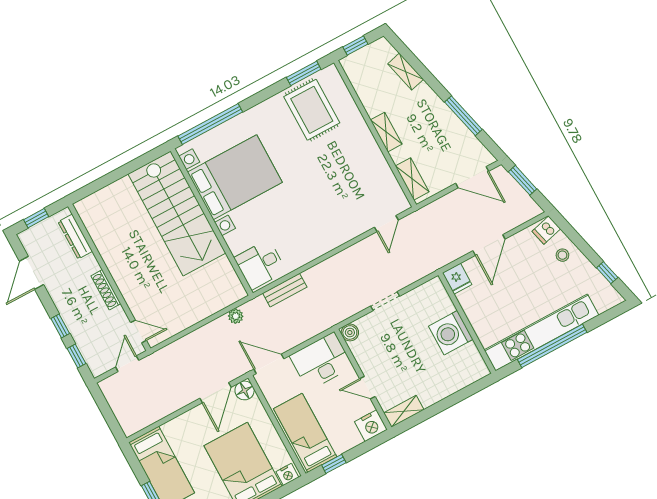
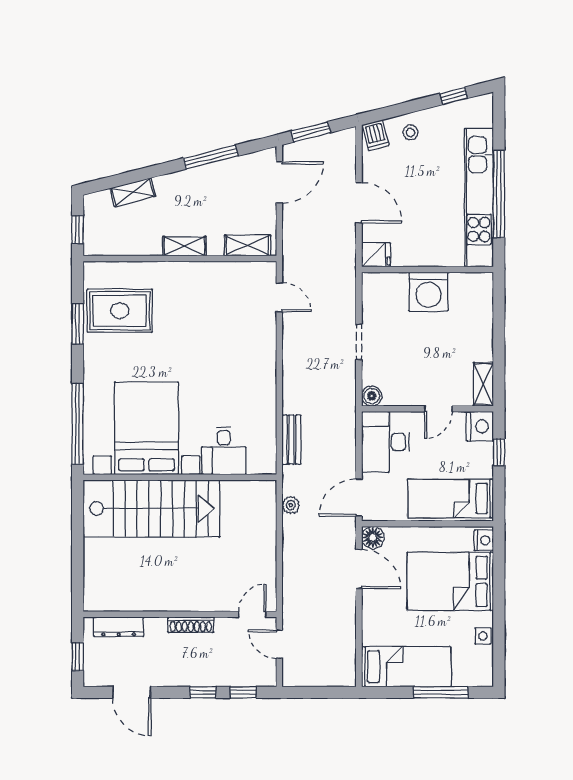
window: (304, 73) -> (78, 324), moved
desk: (260, 264) -> (224, 451), moved
window: (334, 464) -> (499, 452), moved

